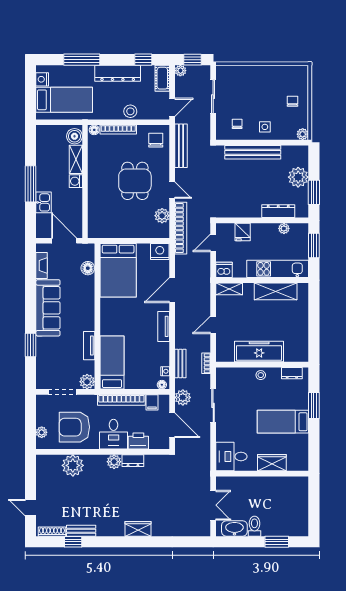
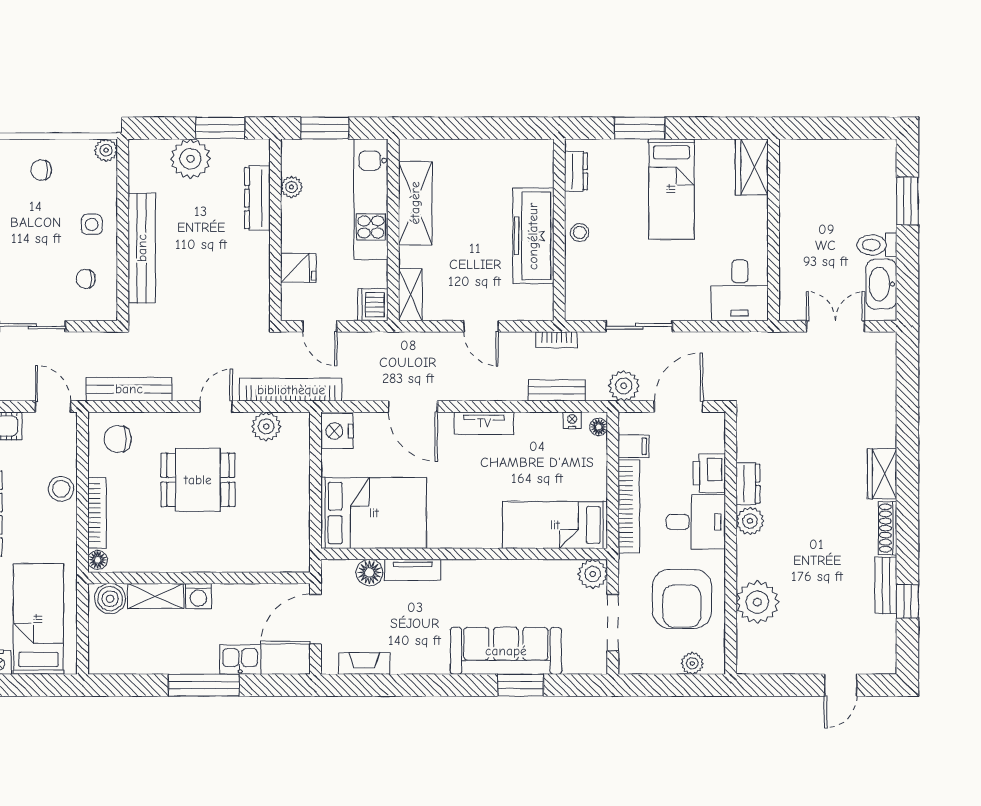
sofa: (48, 308) -> (506, 651), moved
tv unit: (89, 346) -> (413, 570), moved
wardrobe: (272, 463) -> (752, 167), moved
shoe rack: (52, 532) -> (888, 528), moved

